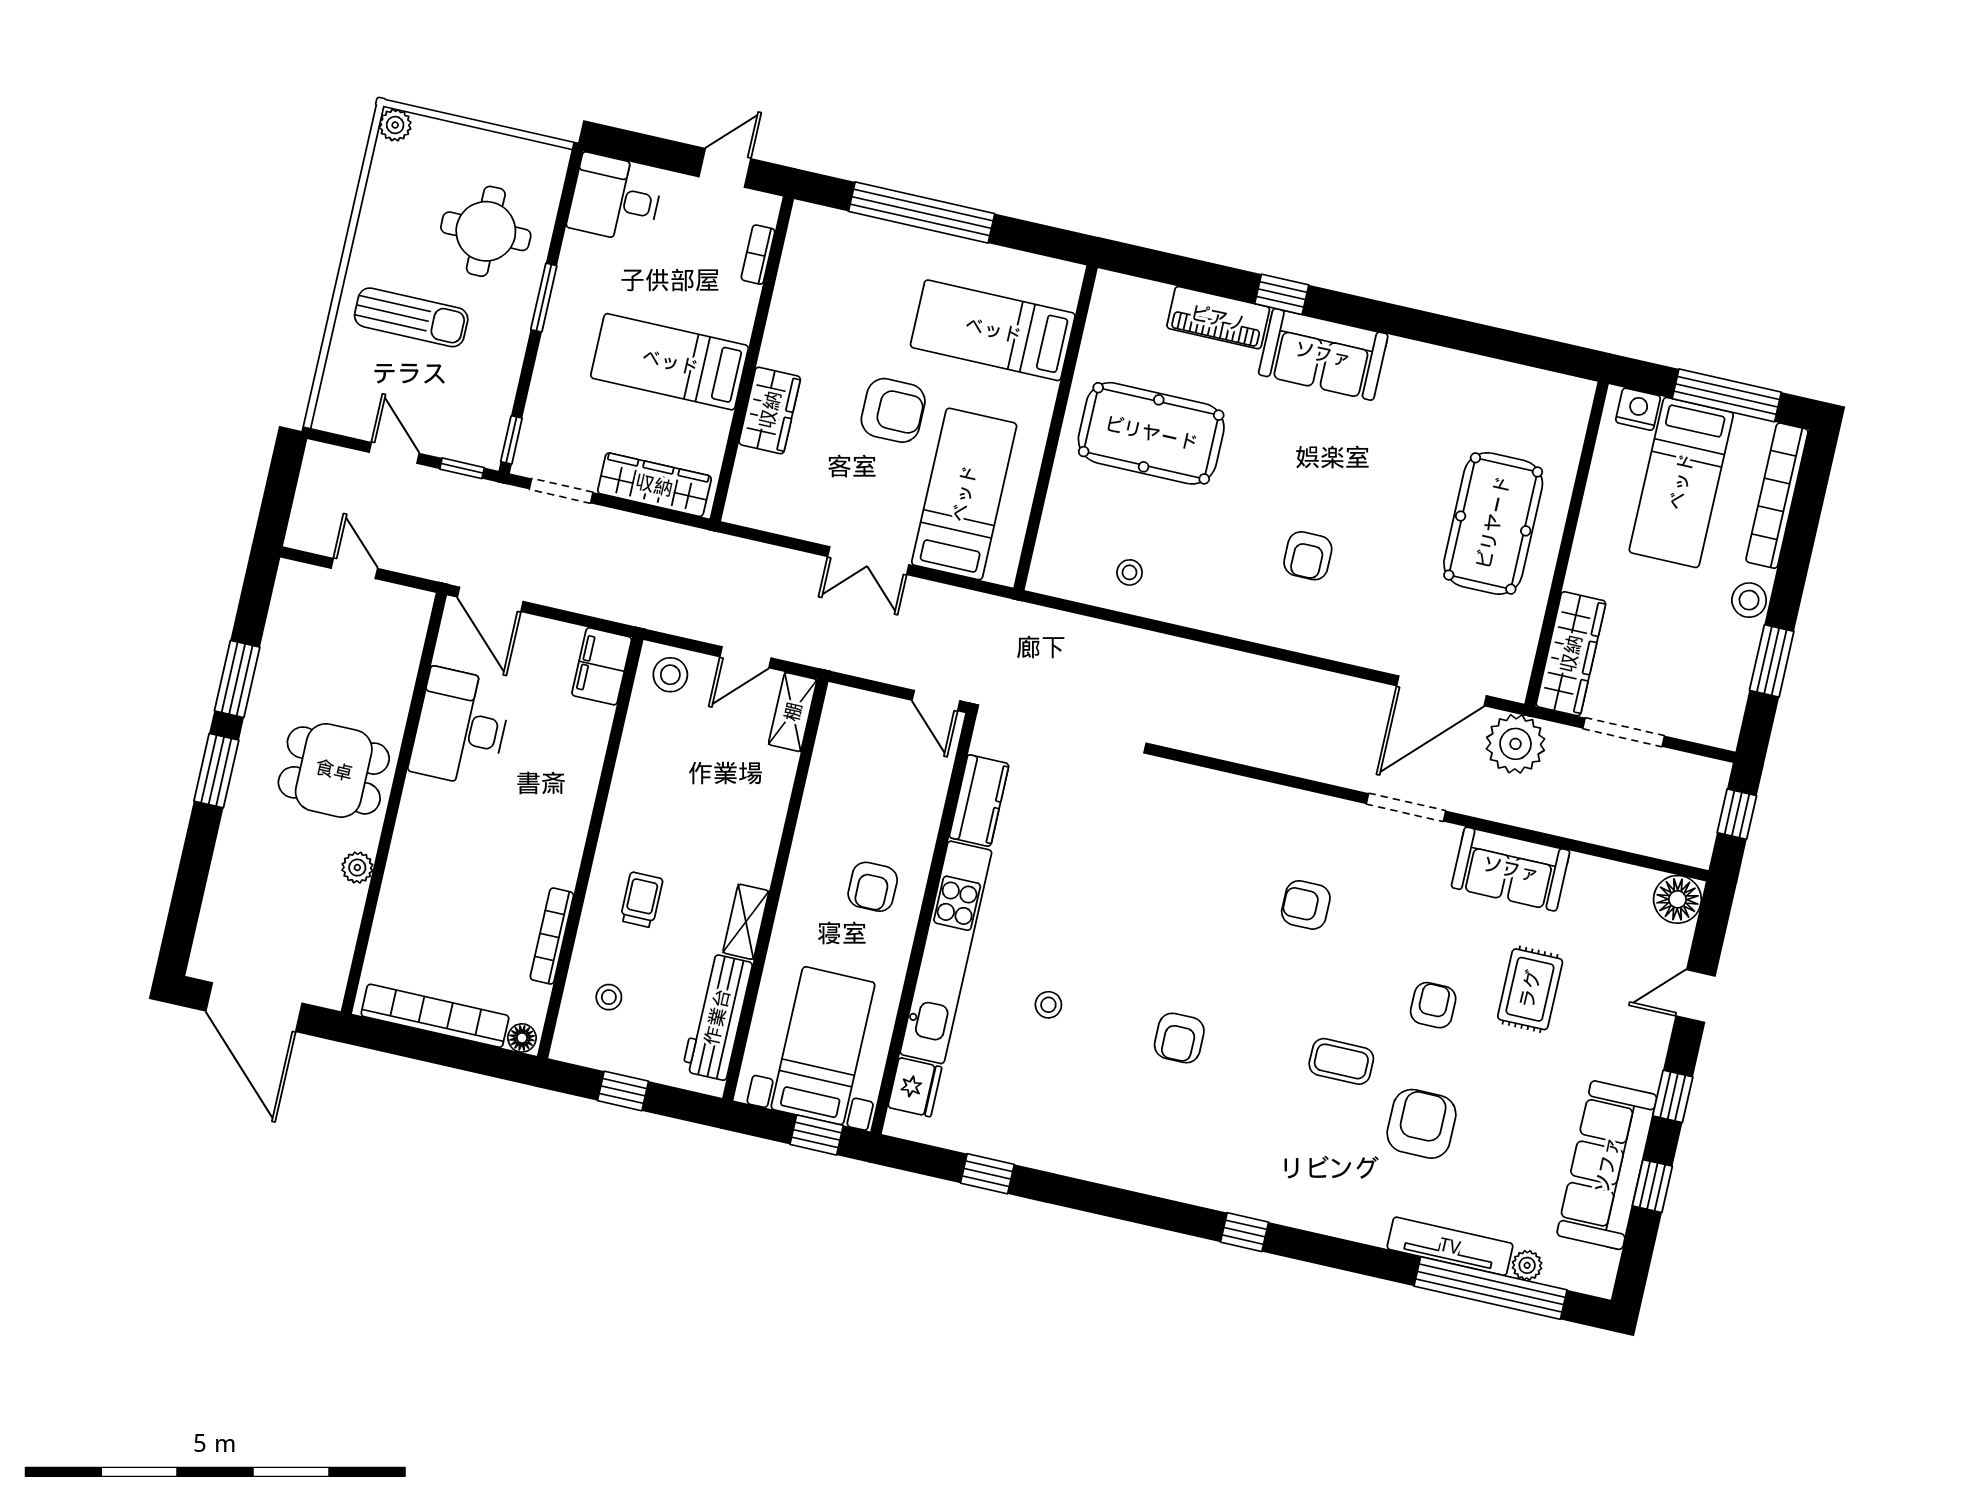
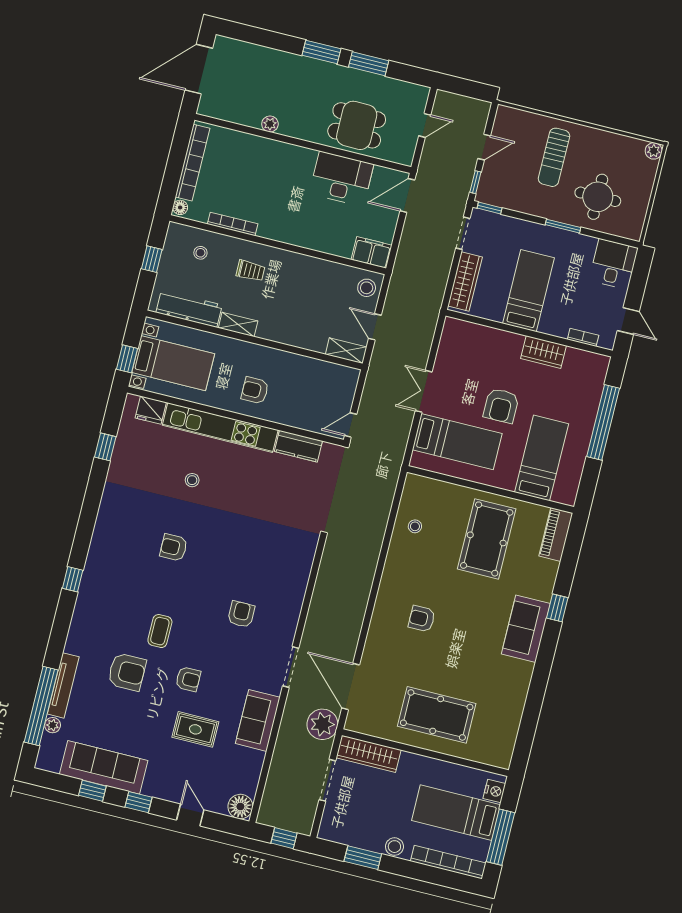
piano: (1218, 318) -> (556, 535), moved
wardrobe: (770, 410) -> (543, 352), moved
dining table: (334, 770) -> (357, 125), moved, turned 90

